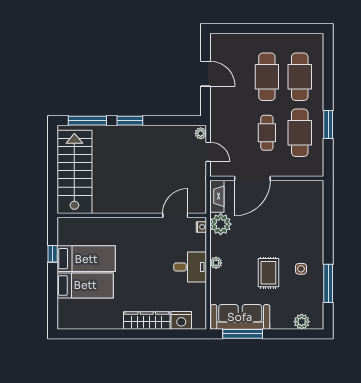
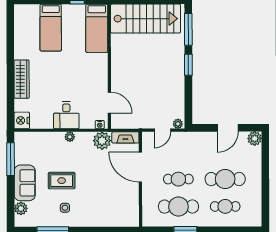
plant: (218, 41) -> (255, 139), added
cafe table: (300, 77) -> (225, 206), width x0.73, depth x0.74
bed: (86, 259) -> (97, 28), moved
sofa: (240, 317) -> (25, 183), moved, width x0.73
nightstand: (181, 320) -> (22, 120), moved

